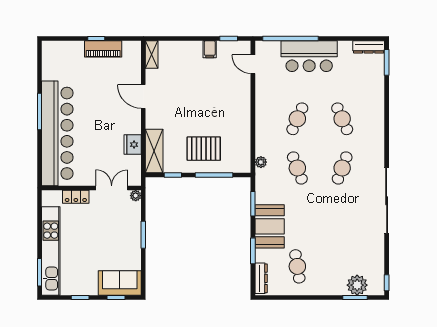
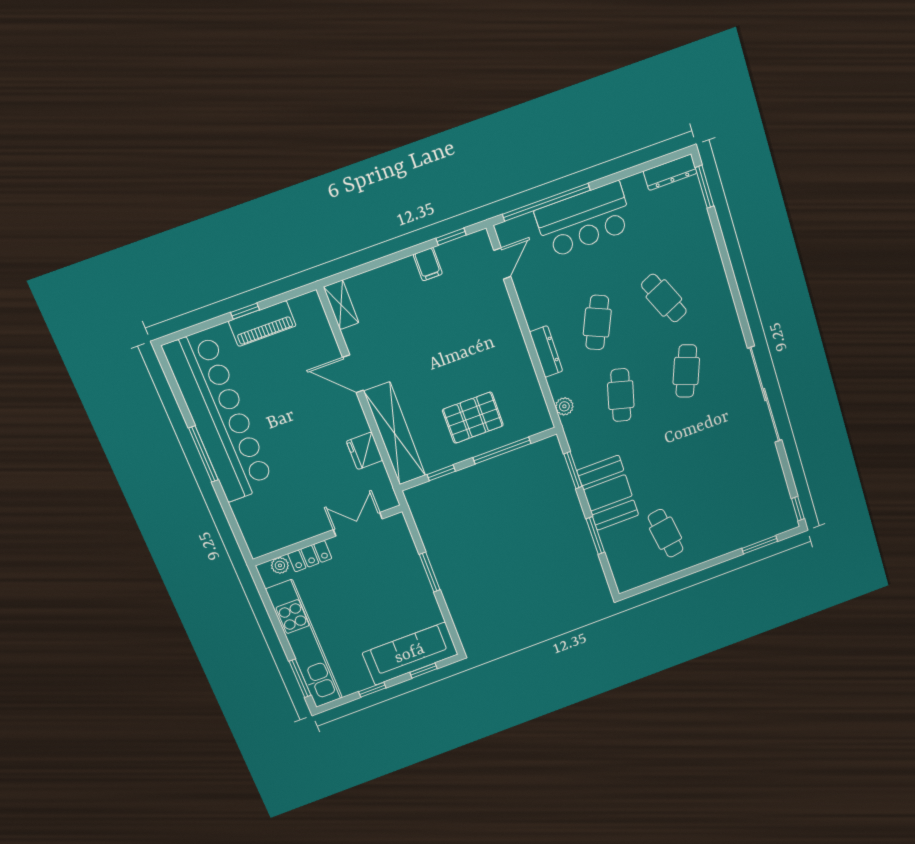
door: (253, 64) -> (502, 264), swing flipped
bar counter: (57, 133) -> (219, 417), moved
shelving: (154, 151) -> (395, 434), width x1.47
cafe table: (297, 168) -> (621, 395), turned 36
plant: (136, 196) -> (280, 565), moved
dresser: (261, 278) -> (546, 352), moved
sofa: (120, 283) -> (410, 654), width x1.36
plant: (357, 285) -> (758, 527), removed

